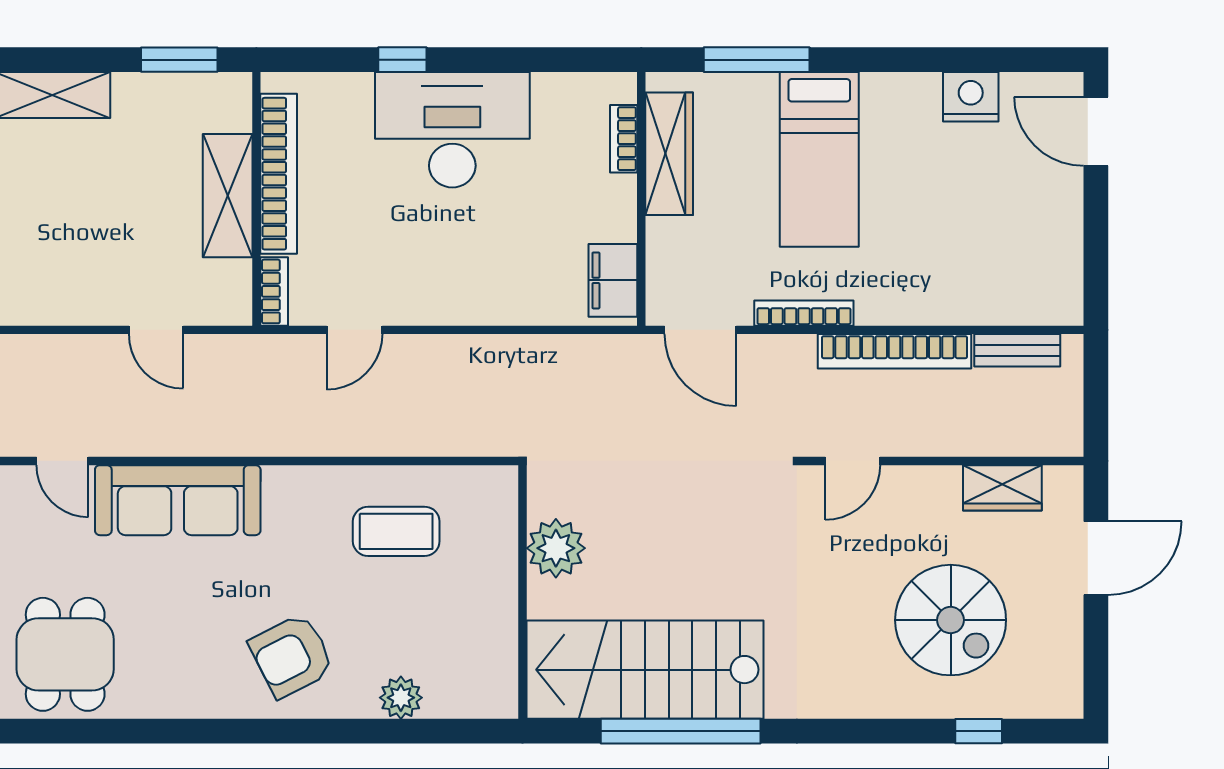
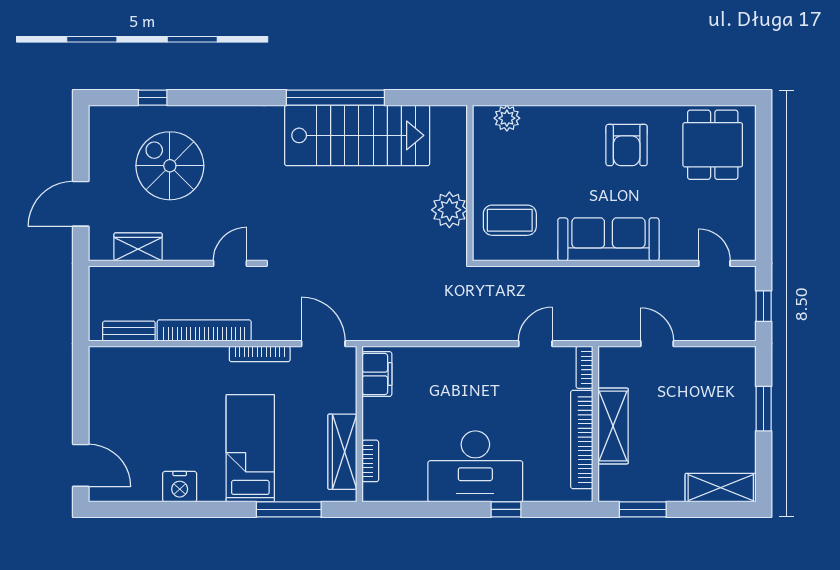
nightstand: (971, 97) -> (180, 487), moved
sofa: (178, 500) -> (608, 239), moved
plant: (556, 548) -> (449, 210), moved
wall: (523, 592) -> (470, 183), moved
armchair: (292, 656) -> (627, 145), moved, turned 117

